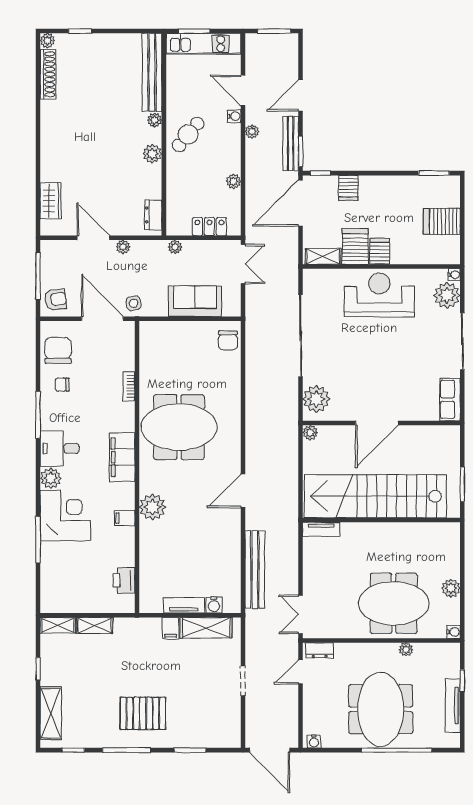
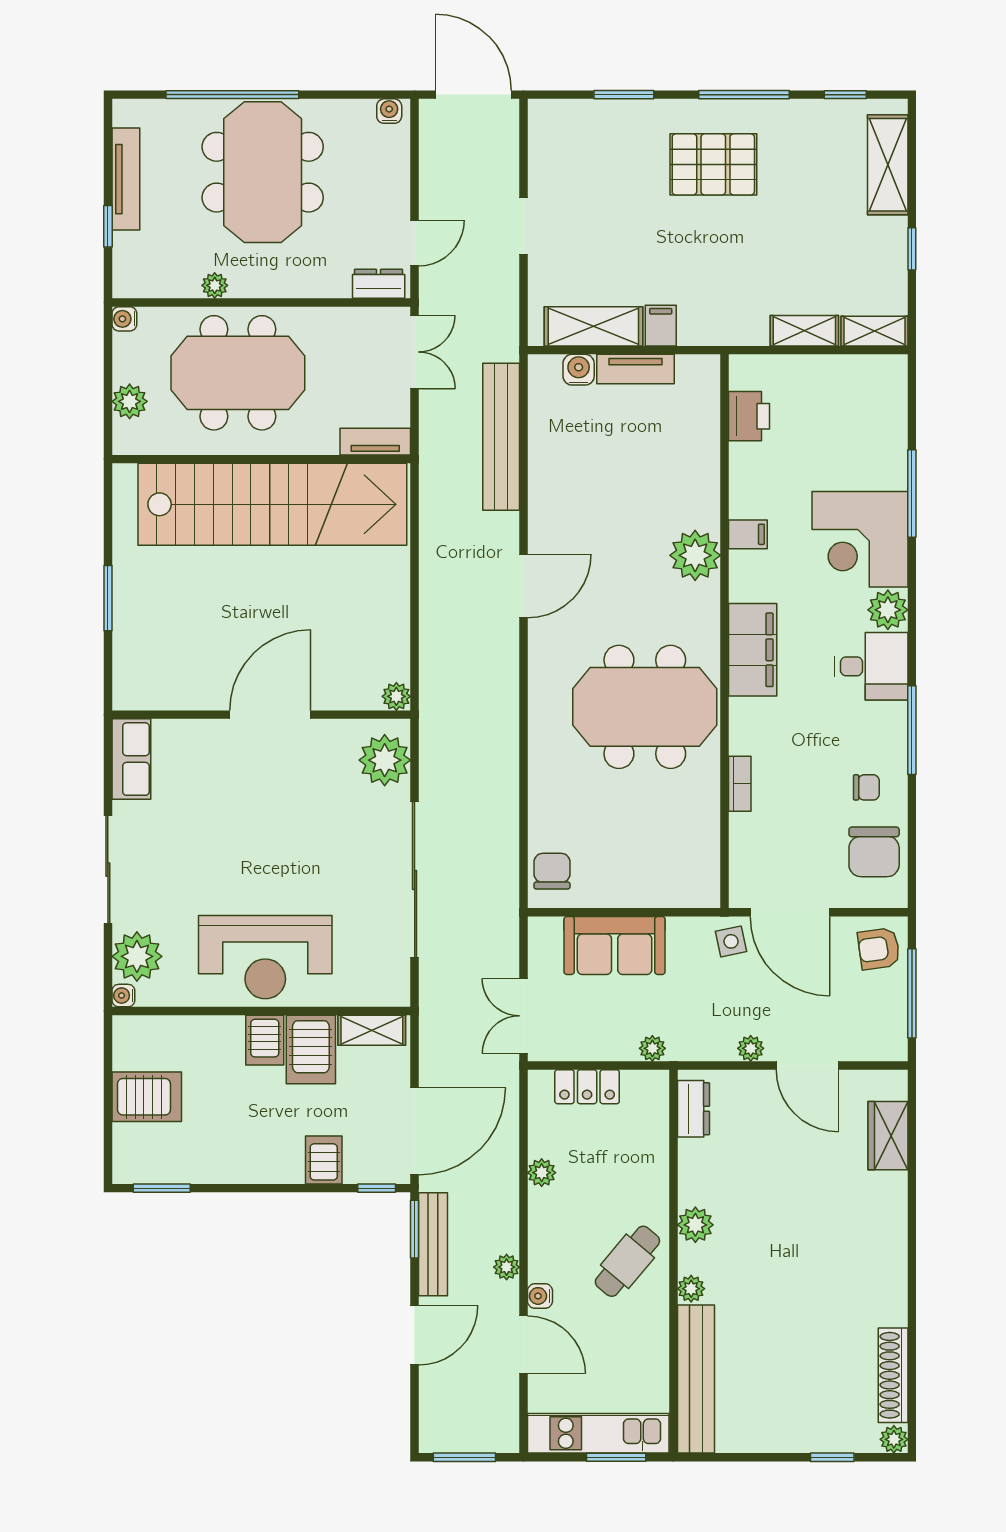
stairs: (376, 496) -> (272, 504), moved
wall: (381, 520) -> (261, 459), moved
tv unit: (321, 529) -> (375, 442), moved

